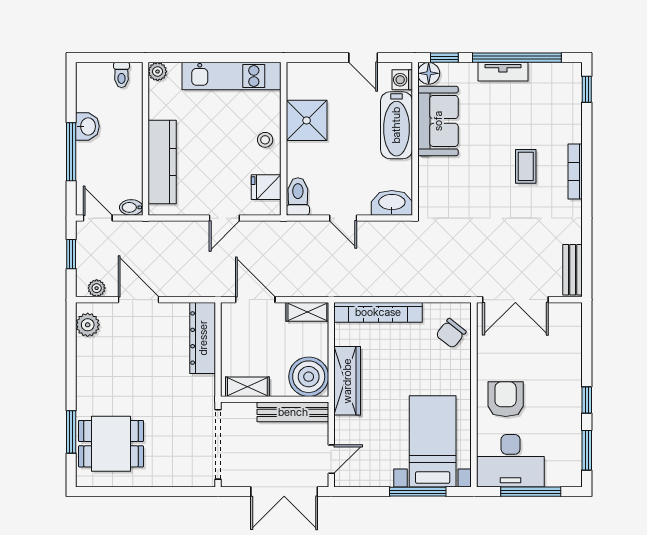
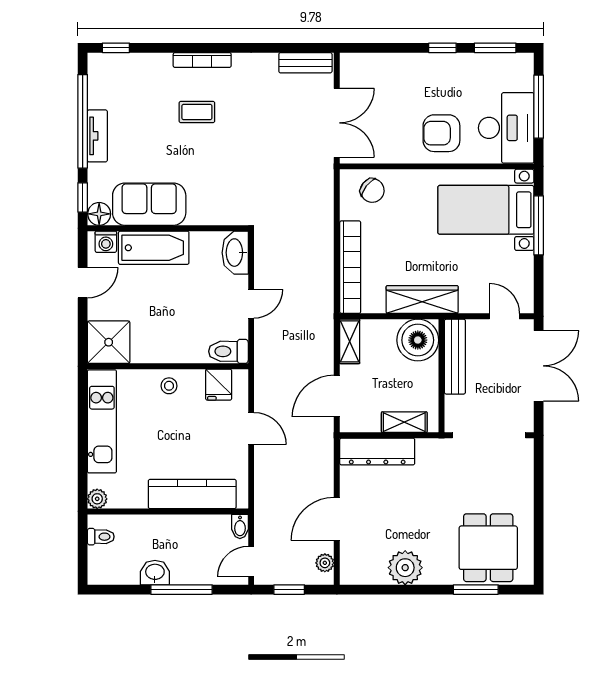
shower: (307, 120) -> (109, 342), moved
plant: (88, 325) -> (405, 568), moved, width x1.36, depth x1.36
shelving: (247, 387) -> (404, 422), moved, turned 90

